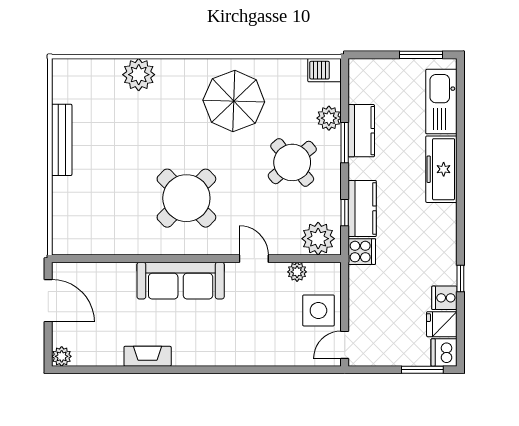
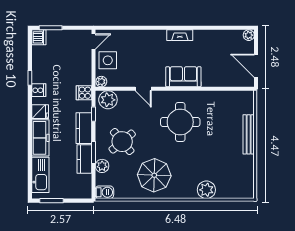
bench: (62, 140) -> (249, 134), moved
round table: (186, 198) -> (180, 122), turned 45
kitchen counter: (362, 208) -> (84, 128), moved
plant: (297, 272) -> (101, 82), moved
sofa: (181, 281) -> (183, 77), width x0.73
cooker: (444, 298) -> (39, 90), moved
fridge: (442, 324) -> (40, 112), moved
fireplace: (148, 356) -> (180, 35), moved

